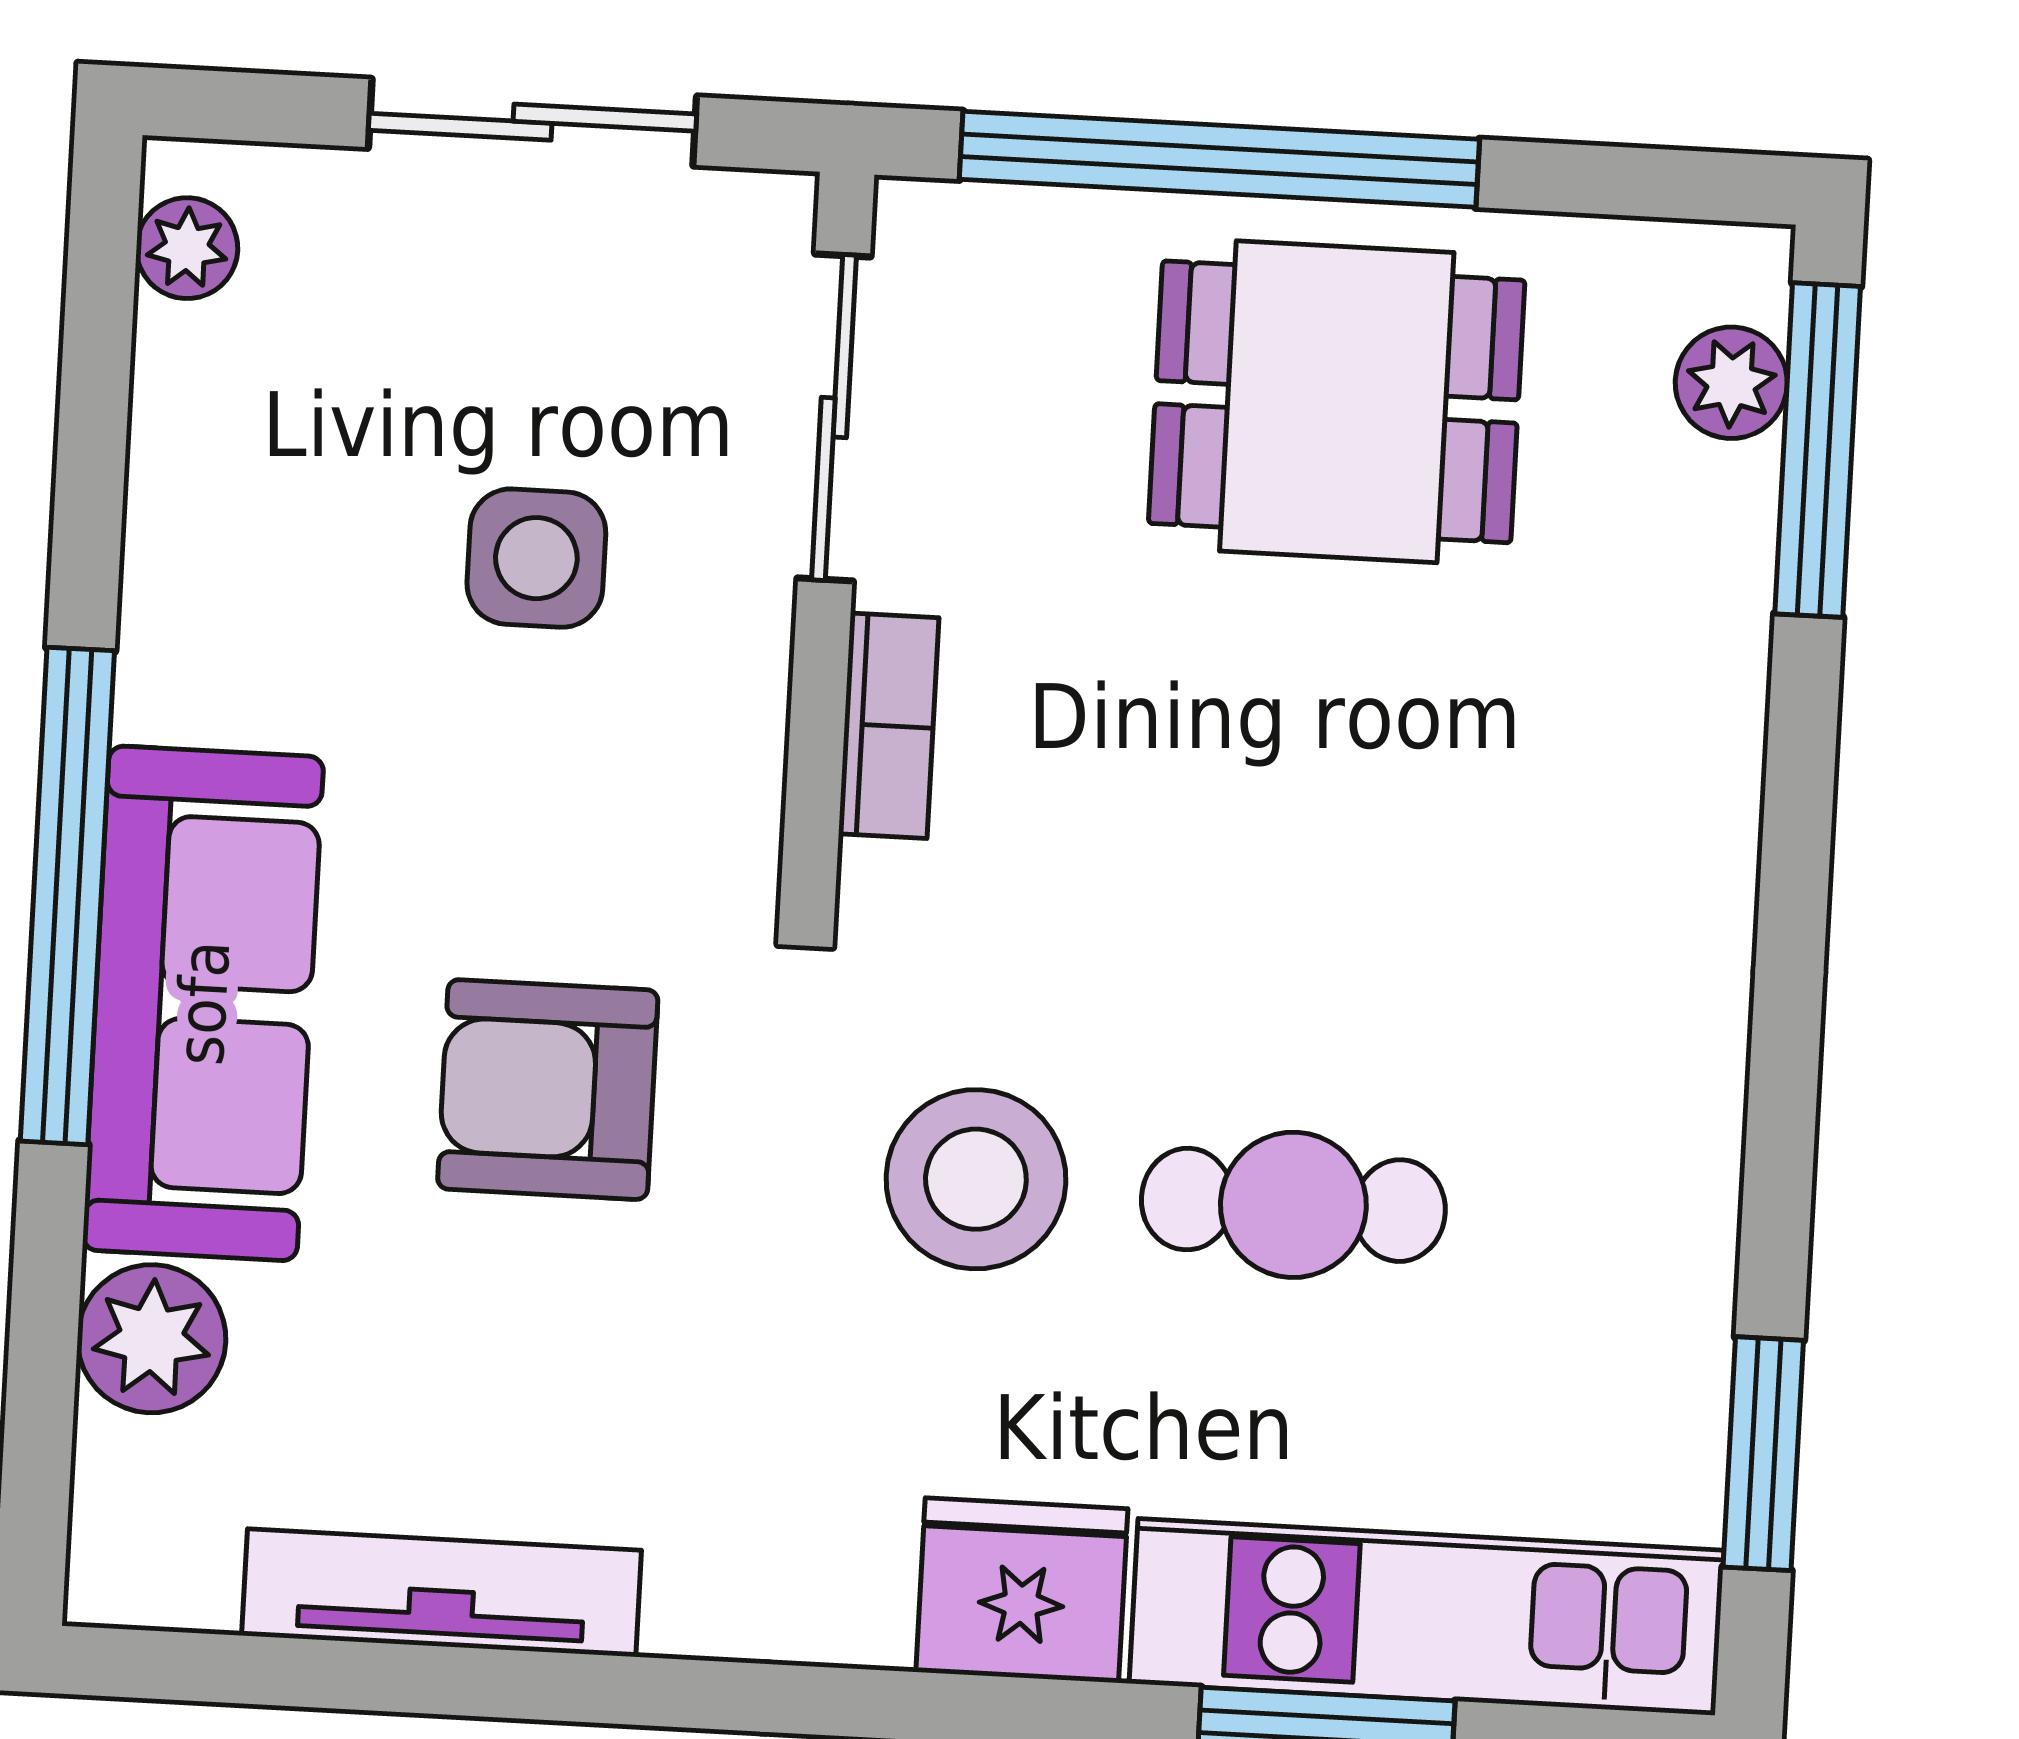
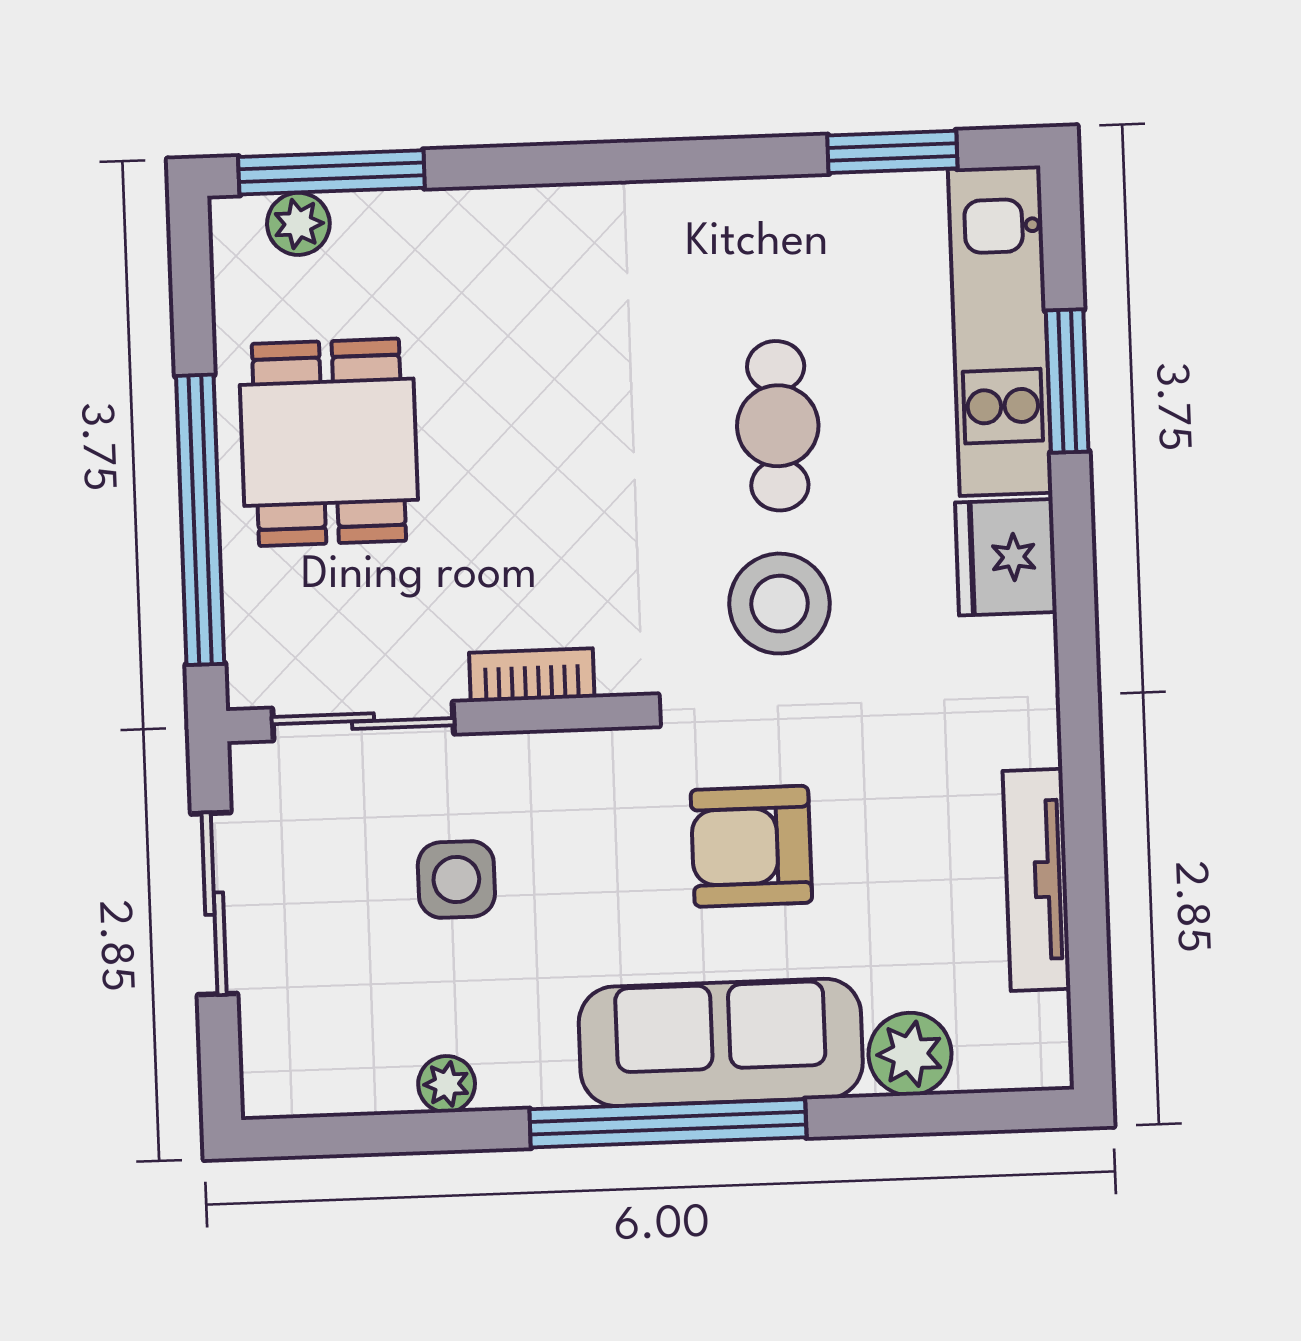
plant: (187, 248) -> (447, 1084), moved
armchair: (548, 1090) -> (751, 846), turned 90

